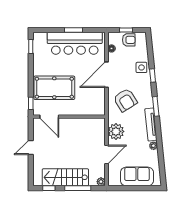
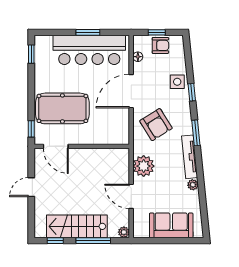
door: (107, 155) -> (131, 196), swing flipped

